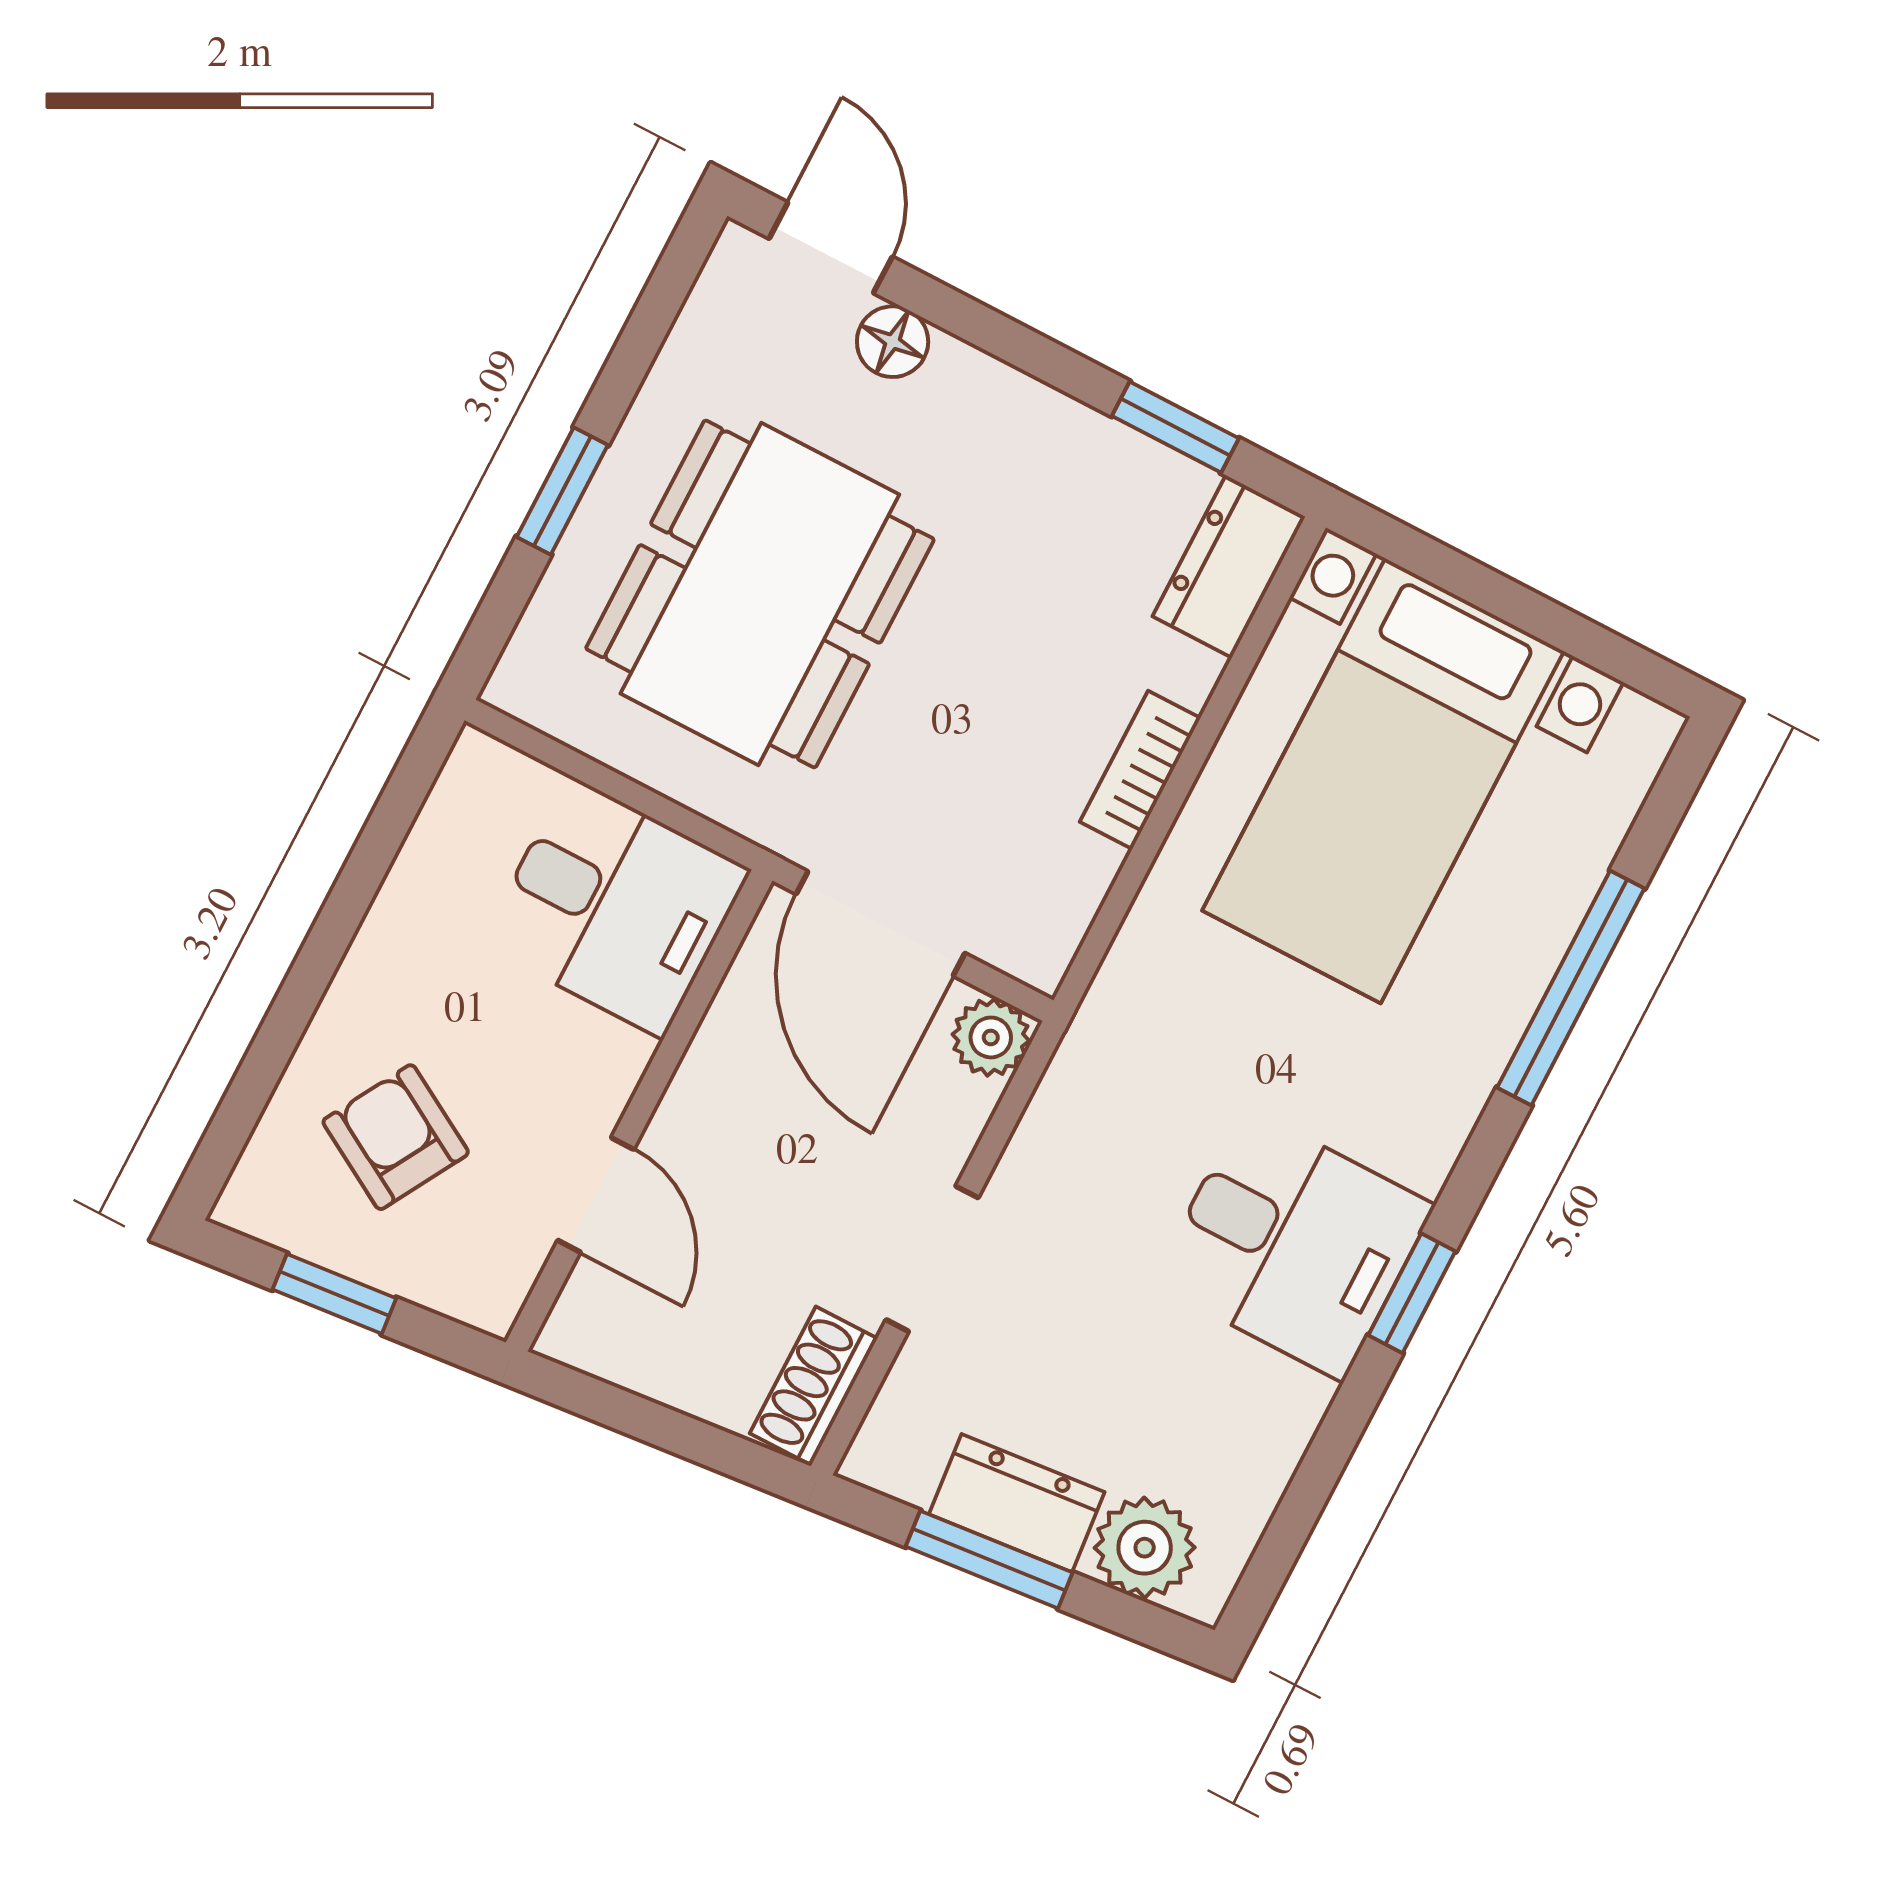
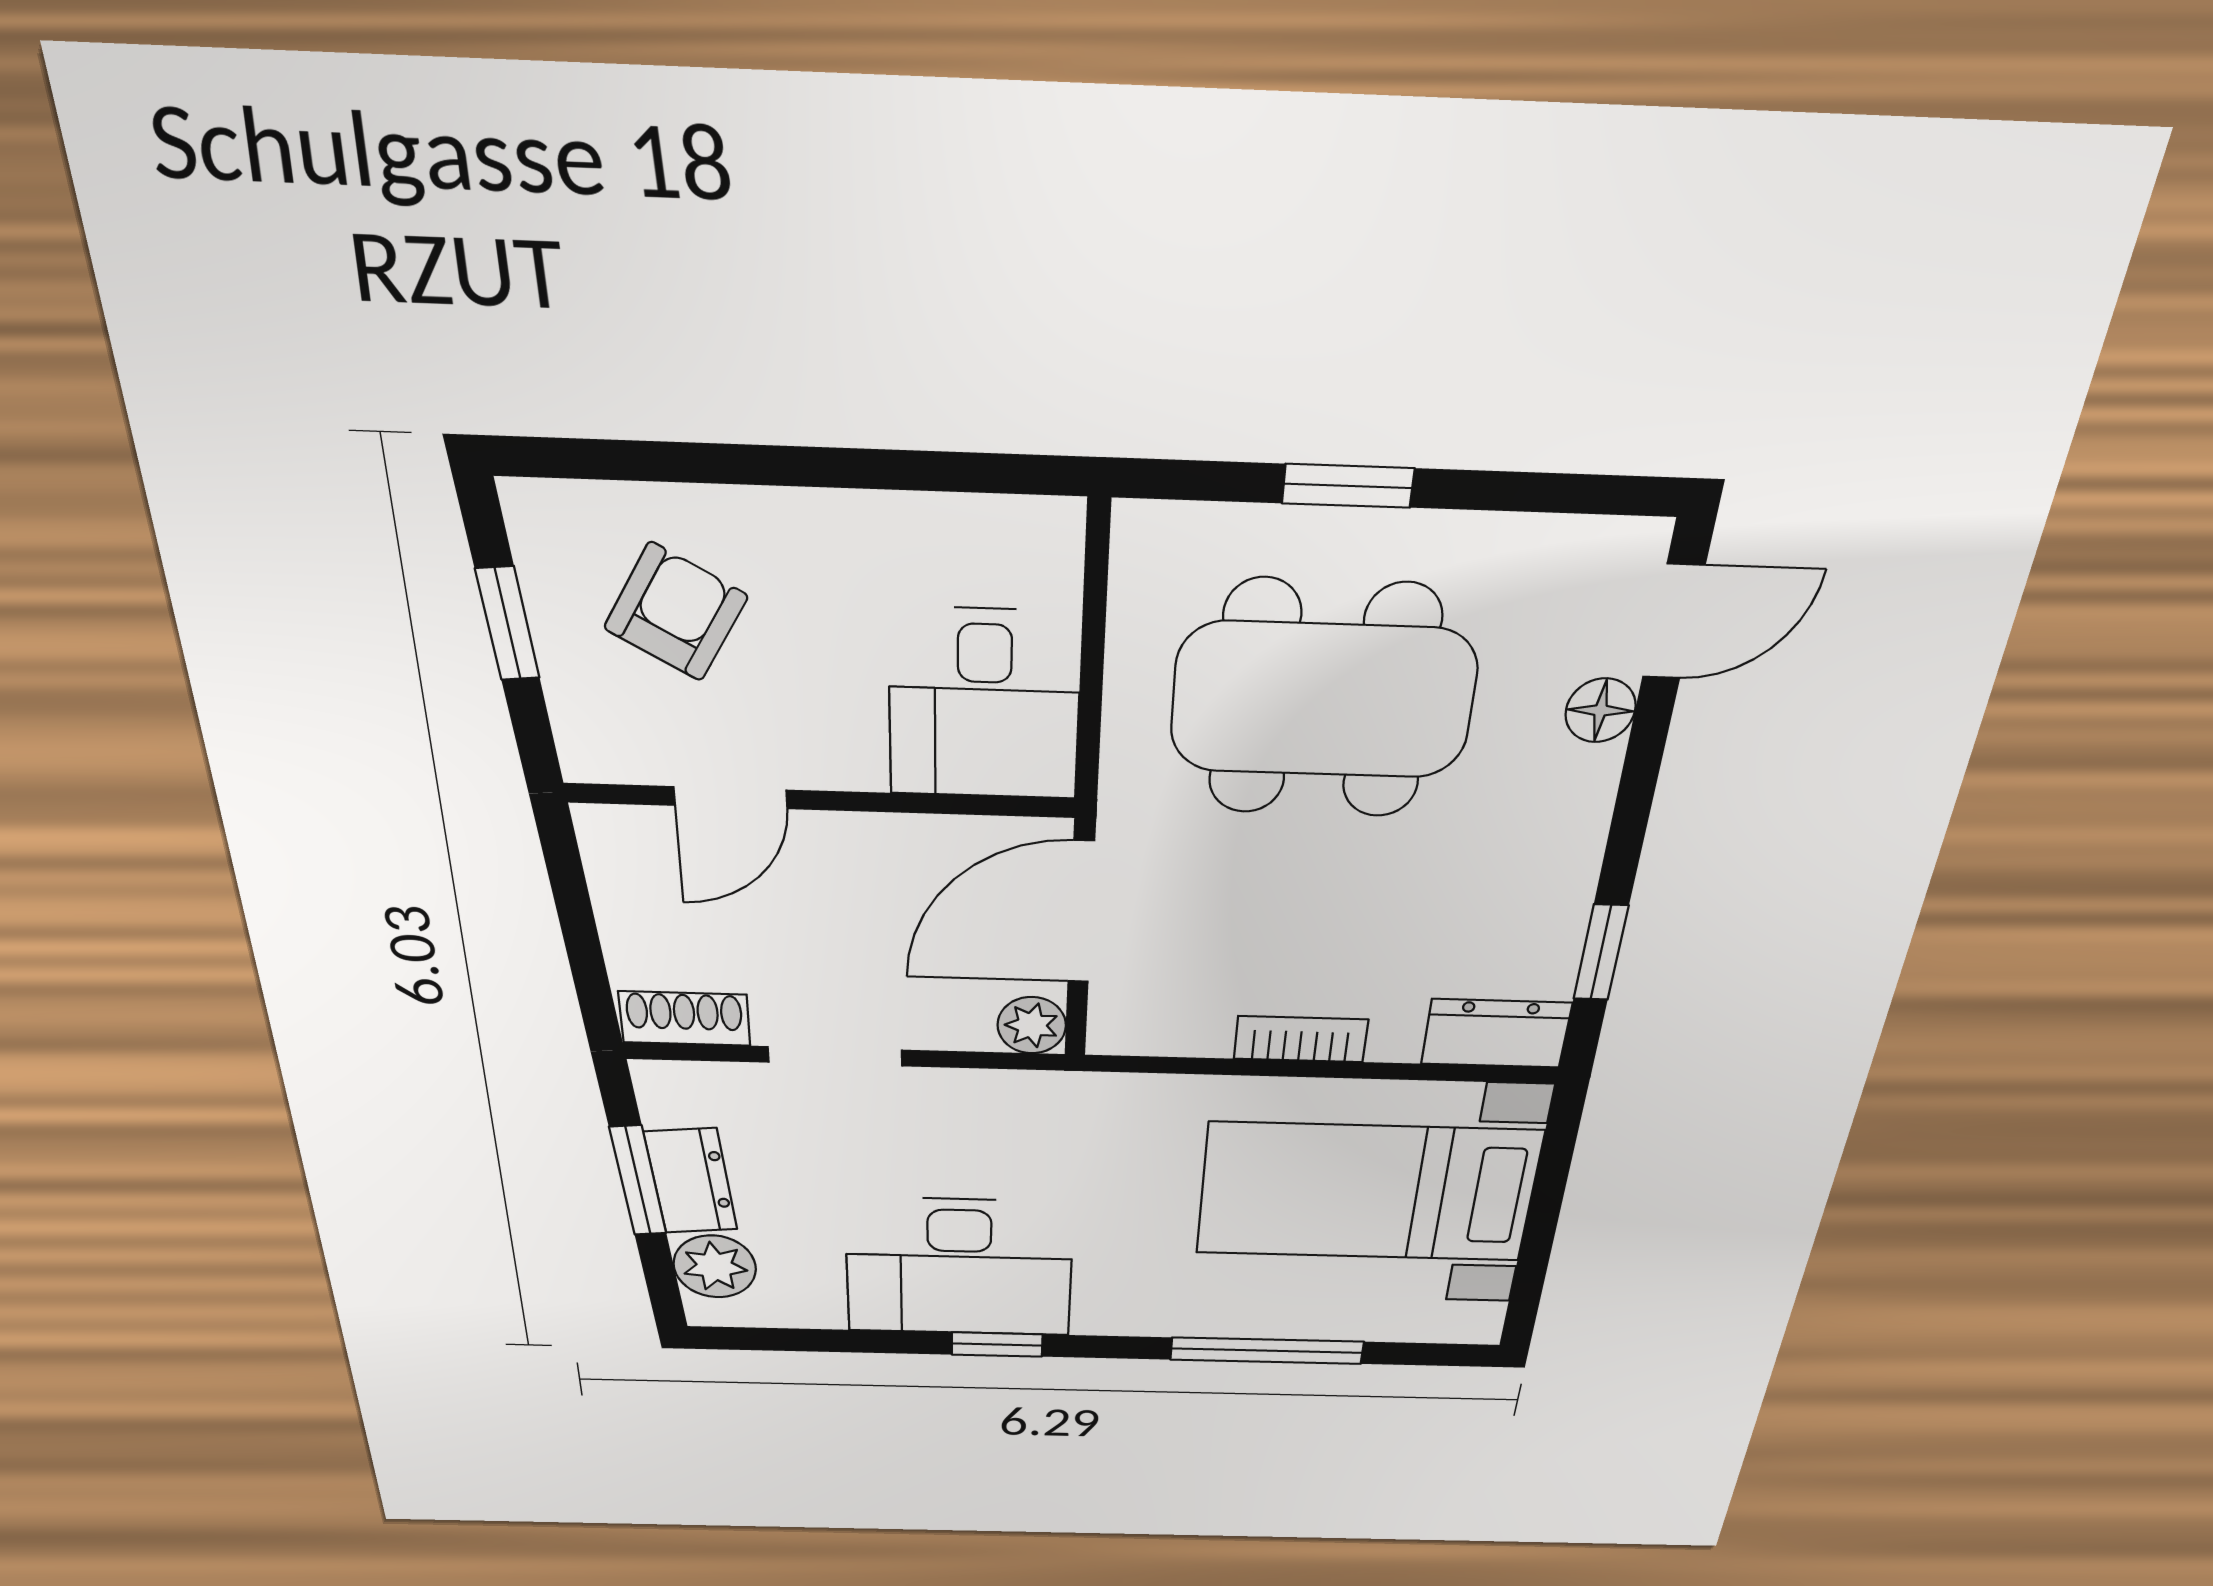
desk: (1293, 1244) -> (959, 1267), width x1.37

